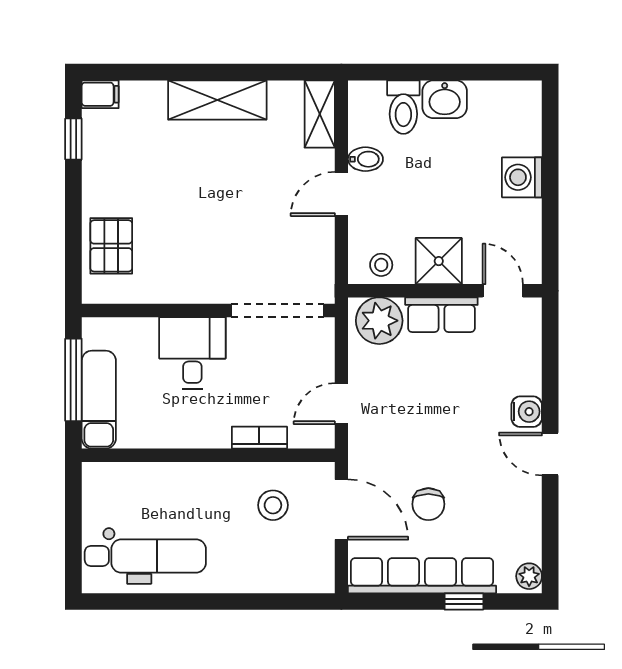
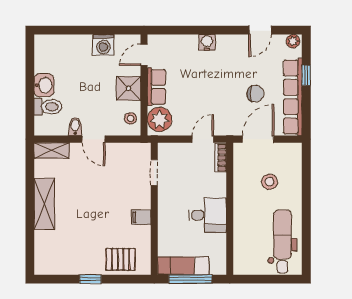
filing cabinet: (100, 94) -> (141, 217), moved, turned -90
window: (73, 139) -> (90, 279), moved
washing machine: (522, 177) -> (103, 45), moved
doorway: (277, 311) -> (154, 173), width x0.53
desk: (192, 353) -> (208, 215), moved, turned 180
exam couch: (99, 400) -> (183, 266), moved
door: (341, 404) -> (203, 139), swing flipped
bookcase: (259, 438) -> (221, 158), moved
door: (550, 454) -> (260, 30), moved
stool: (273, 505) -> (269, 182), moved

